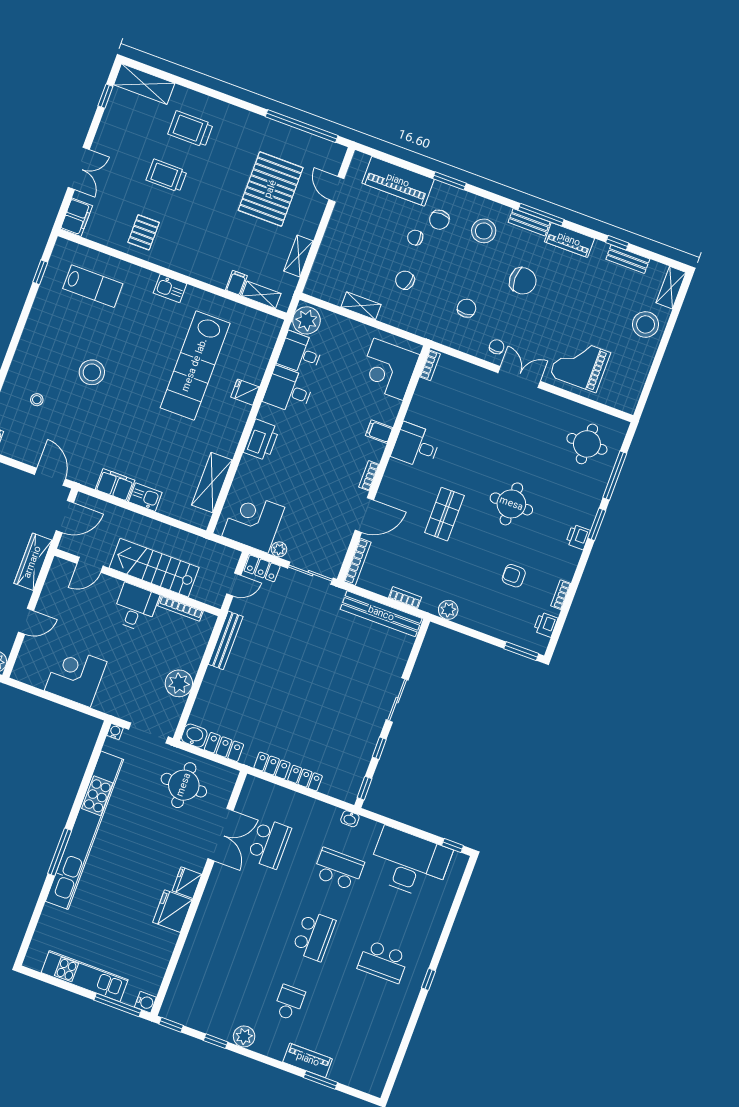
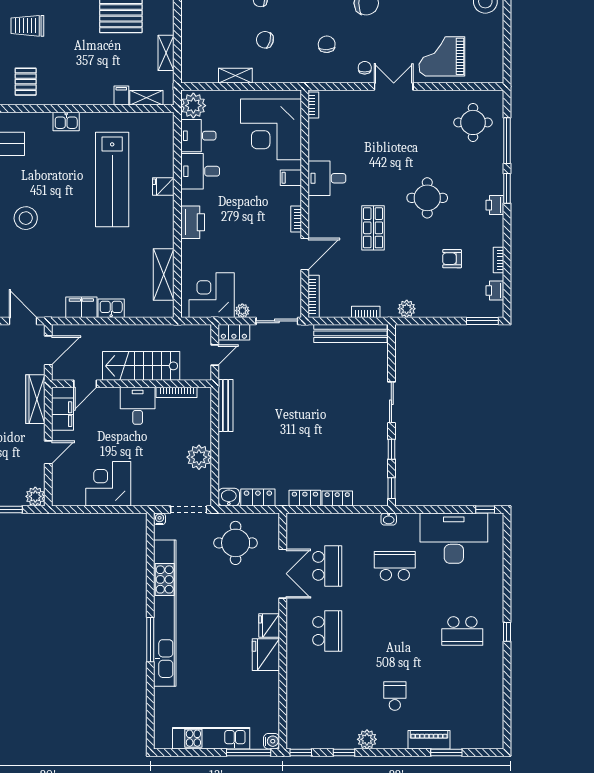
corner desk: (388, 369) -> (271, 129), width x1.36, depth x1.36
filing cabinet: (55, 587) -> (62, 414), added
school desk: (314, 936) -> (327, 631), moved

